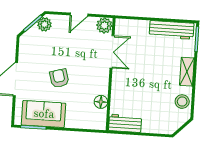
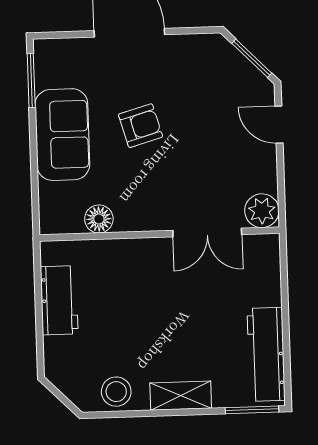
door: (79, 15) -> (279, 125), moved
plant: (45, 24) -> (252, 83), removed
sofa: (44, 114) -> (62, 135), moved
workbench: (125, 123) -> (59, 300), moved

